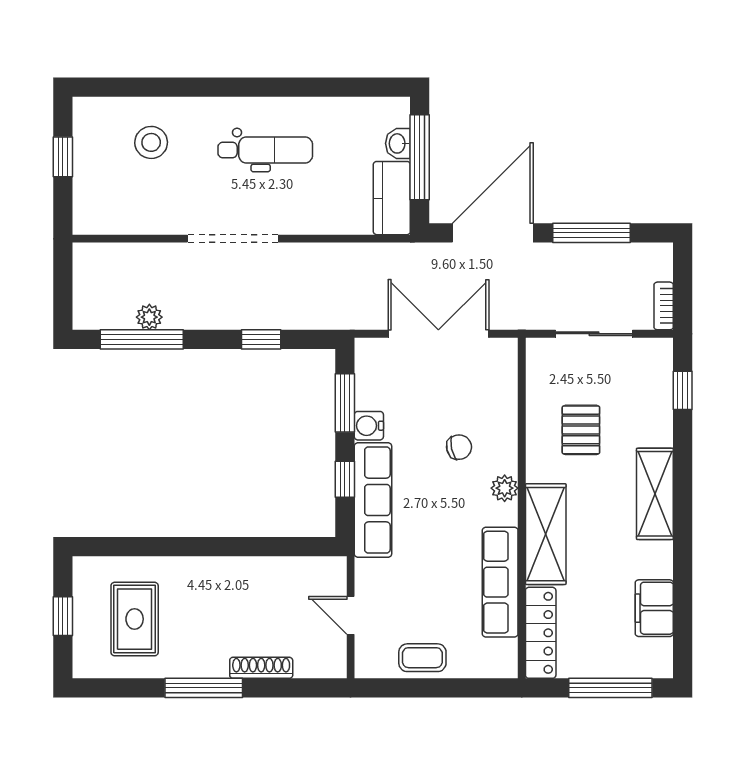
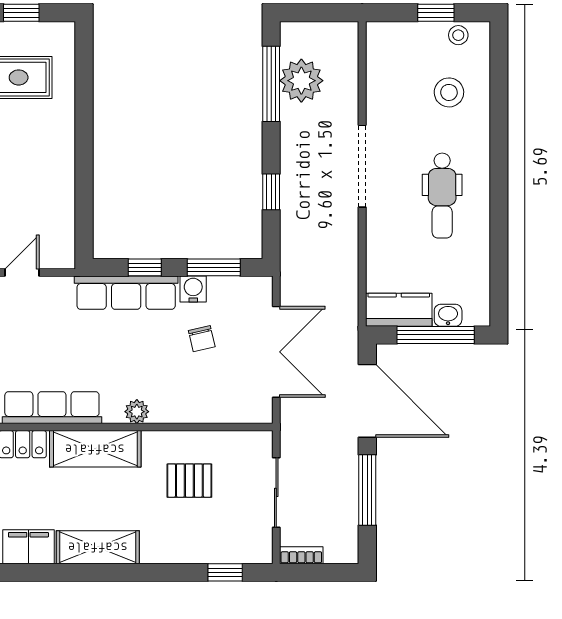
stool: (88, 132) -> (458, 35), added
plant: (149, 317) -> (301, 81), width x1.87, depth x1.87
chair: (459, 447) -> (202, 339), moved
shelving: (655, 494) -> (98, 547), moved

